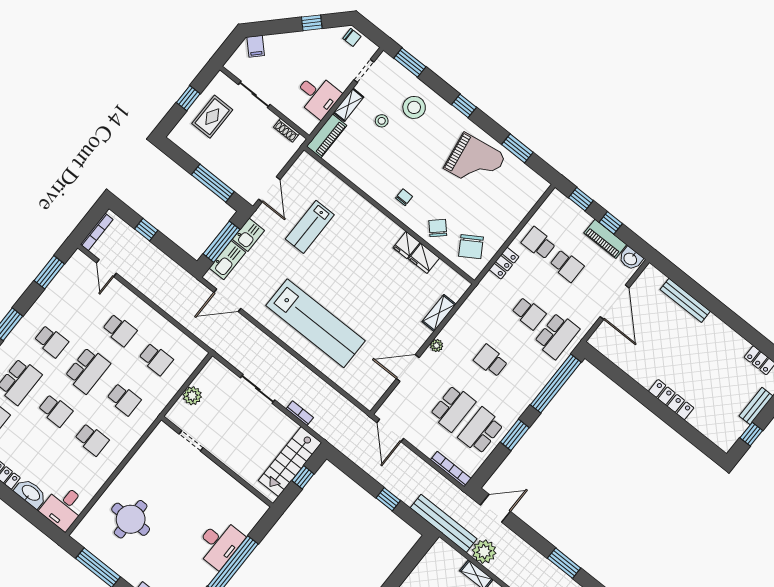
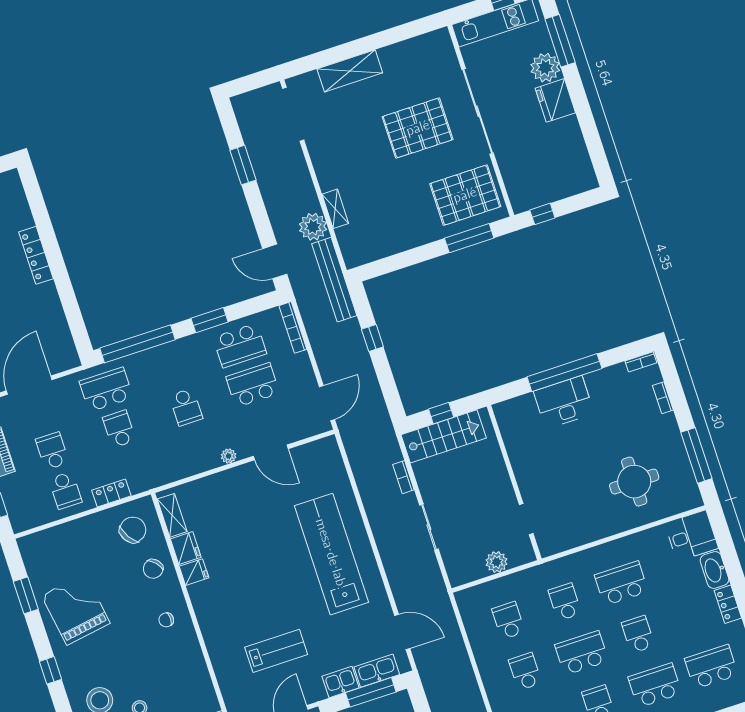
shelving: (439, 313) -> (172, 515), moved, turned 90
school desk: (92, 439) -> (621, 583), width x1.85

